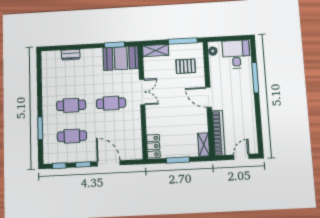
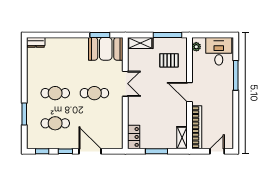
dresser: (71, 55) -> (36, 42), moved

